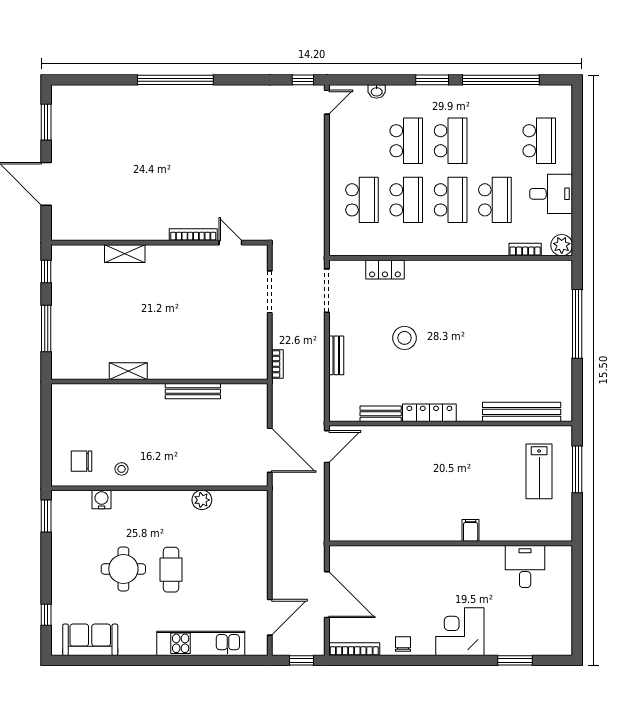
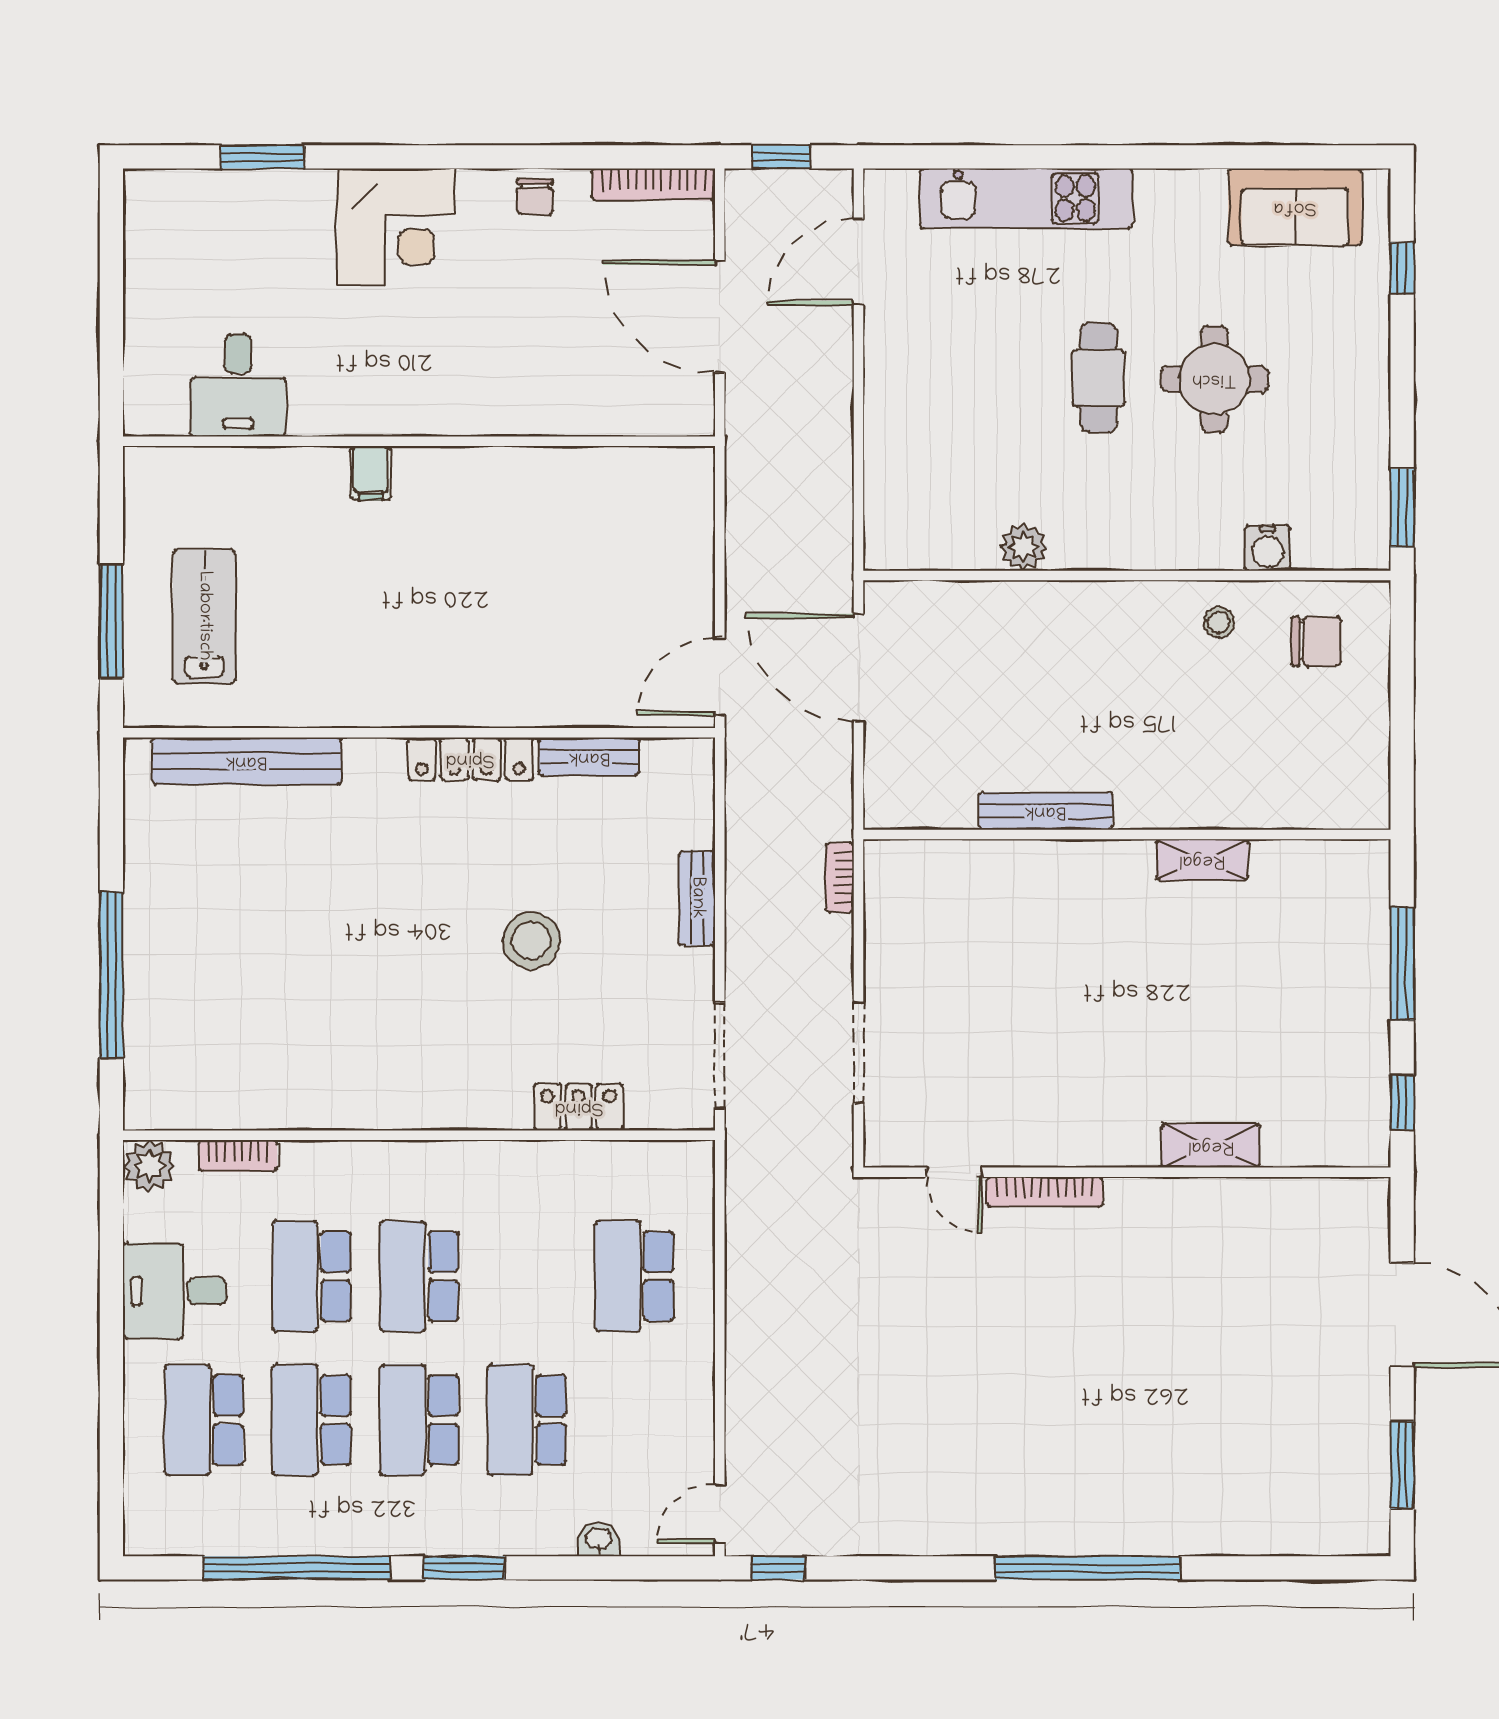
school desk: (406, 200) -> (311, 1420), moved

